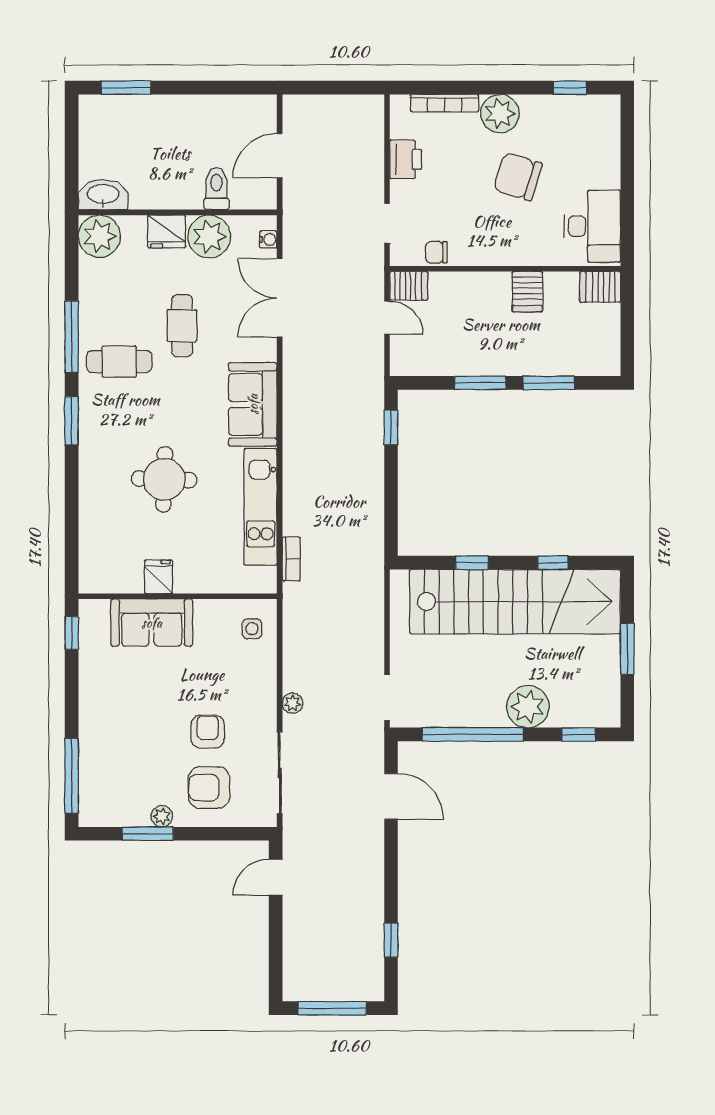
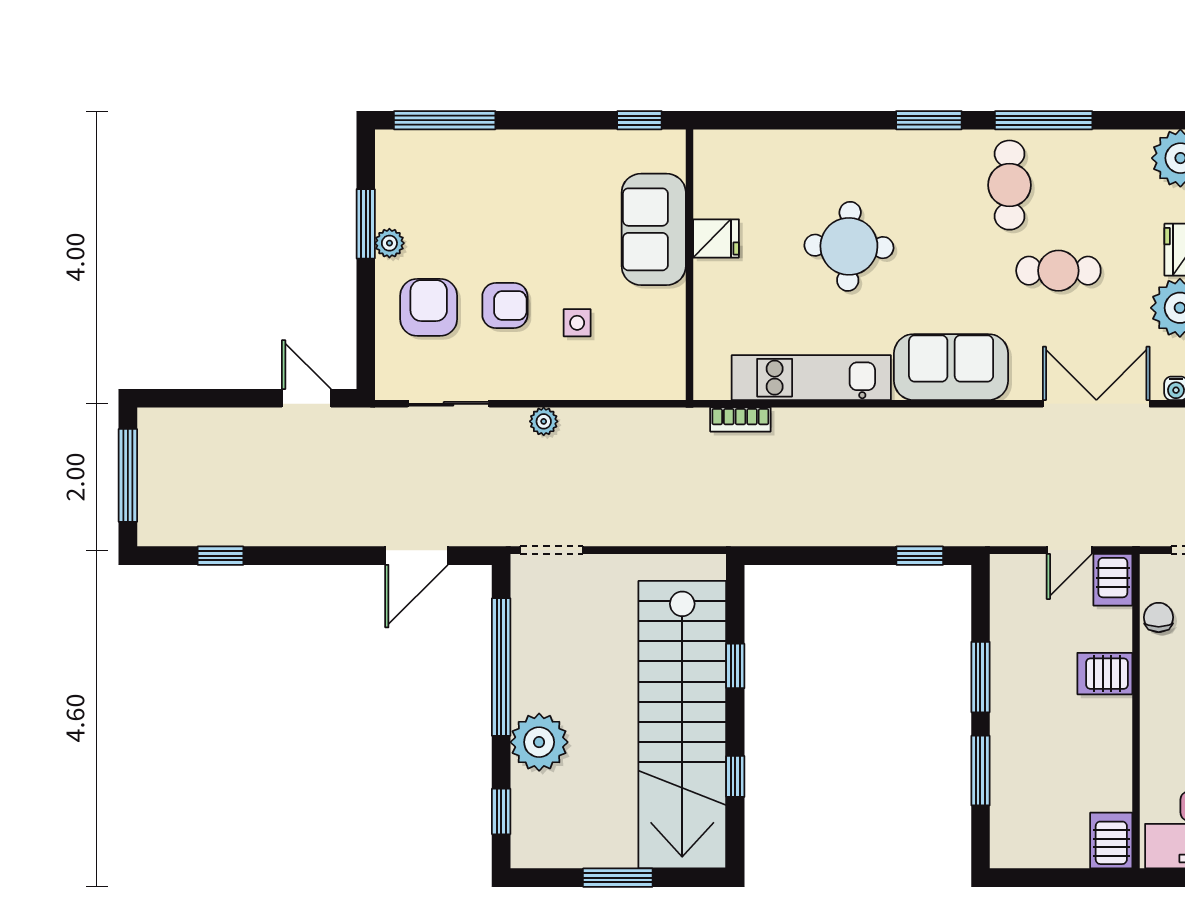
server rack: (527, 292) -> (1105, 674), moved
side table: (252, 629) -> (577, 323), moved
sliding door: (280, 773) -> (449, 404), width x0.73

